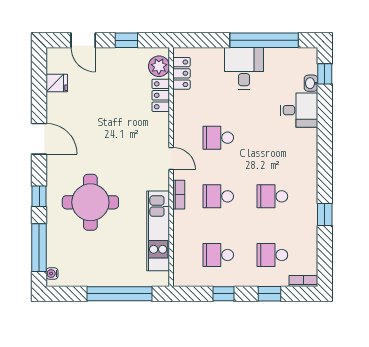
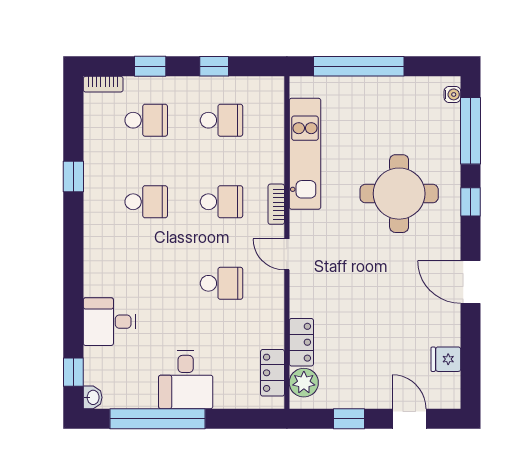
washbasin: (311, 83) -> (93, 397), moved

